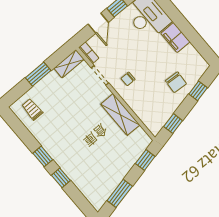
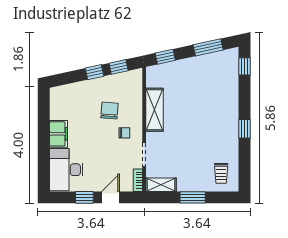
chair: (176, 82) -> (109, 111), moved
window: (198, 91) -> (95, 72), moved
window: (61, 178) -> (244, 66), moved

